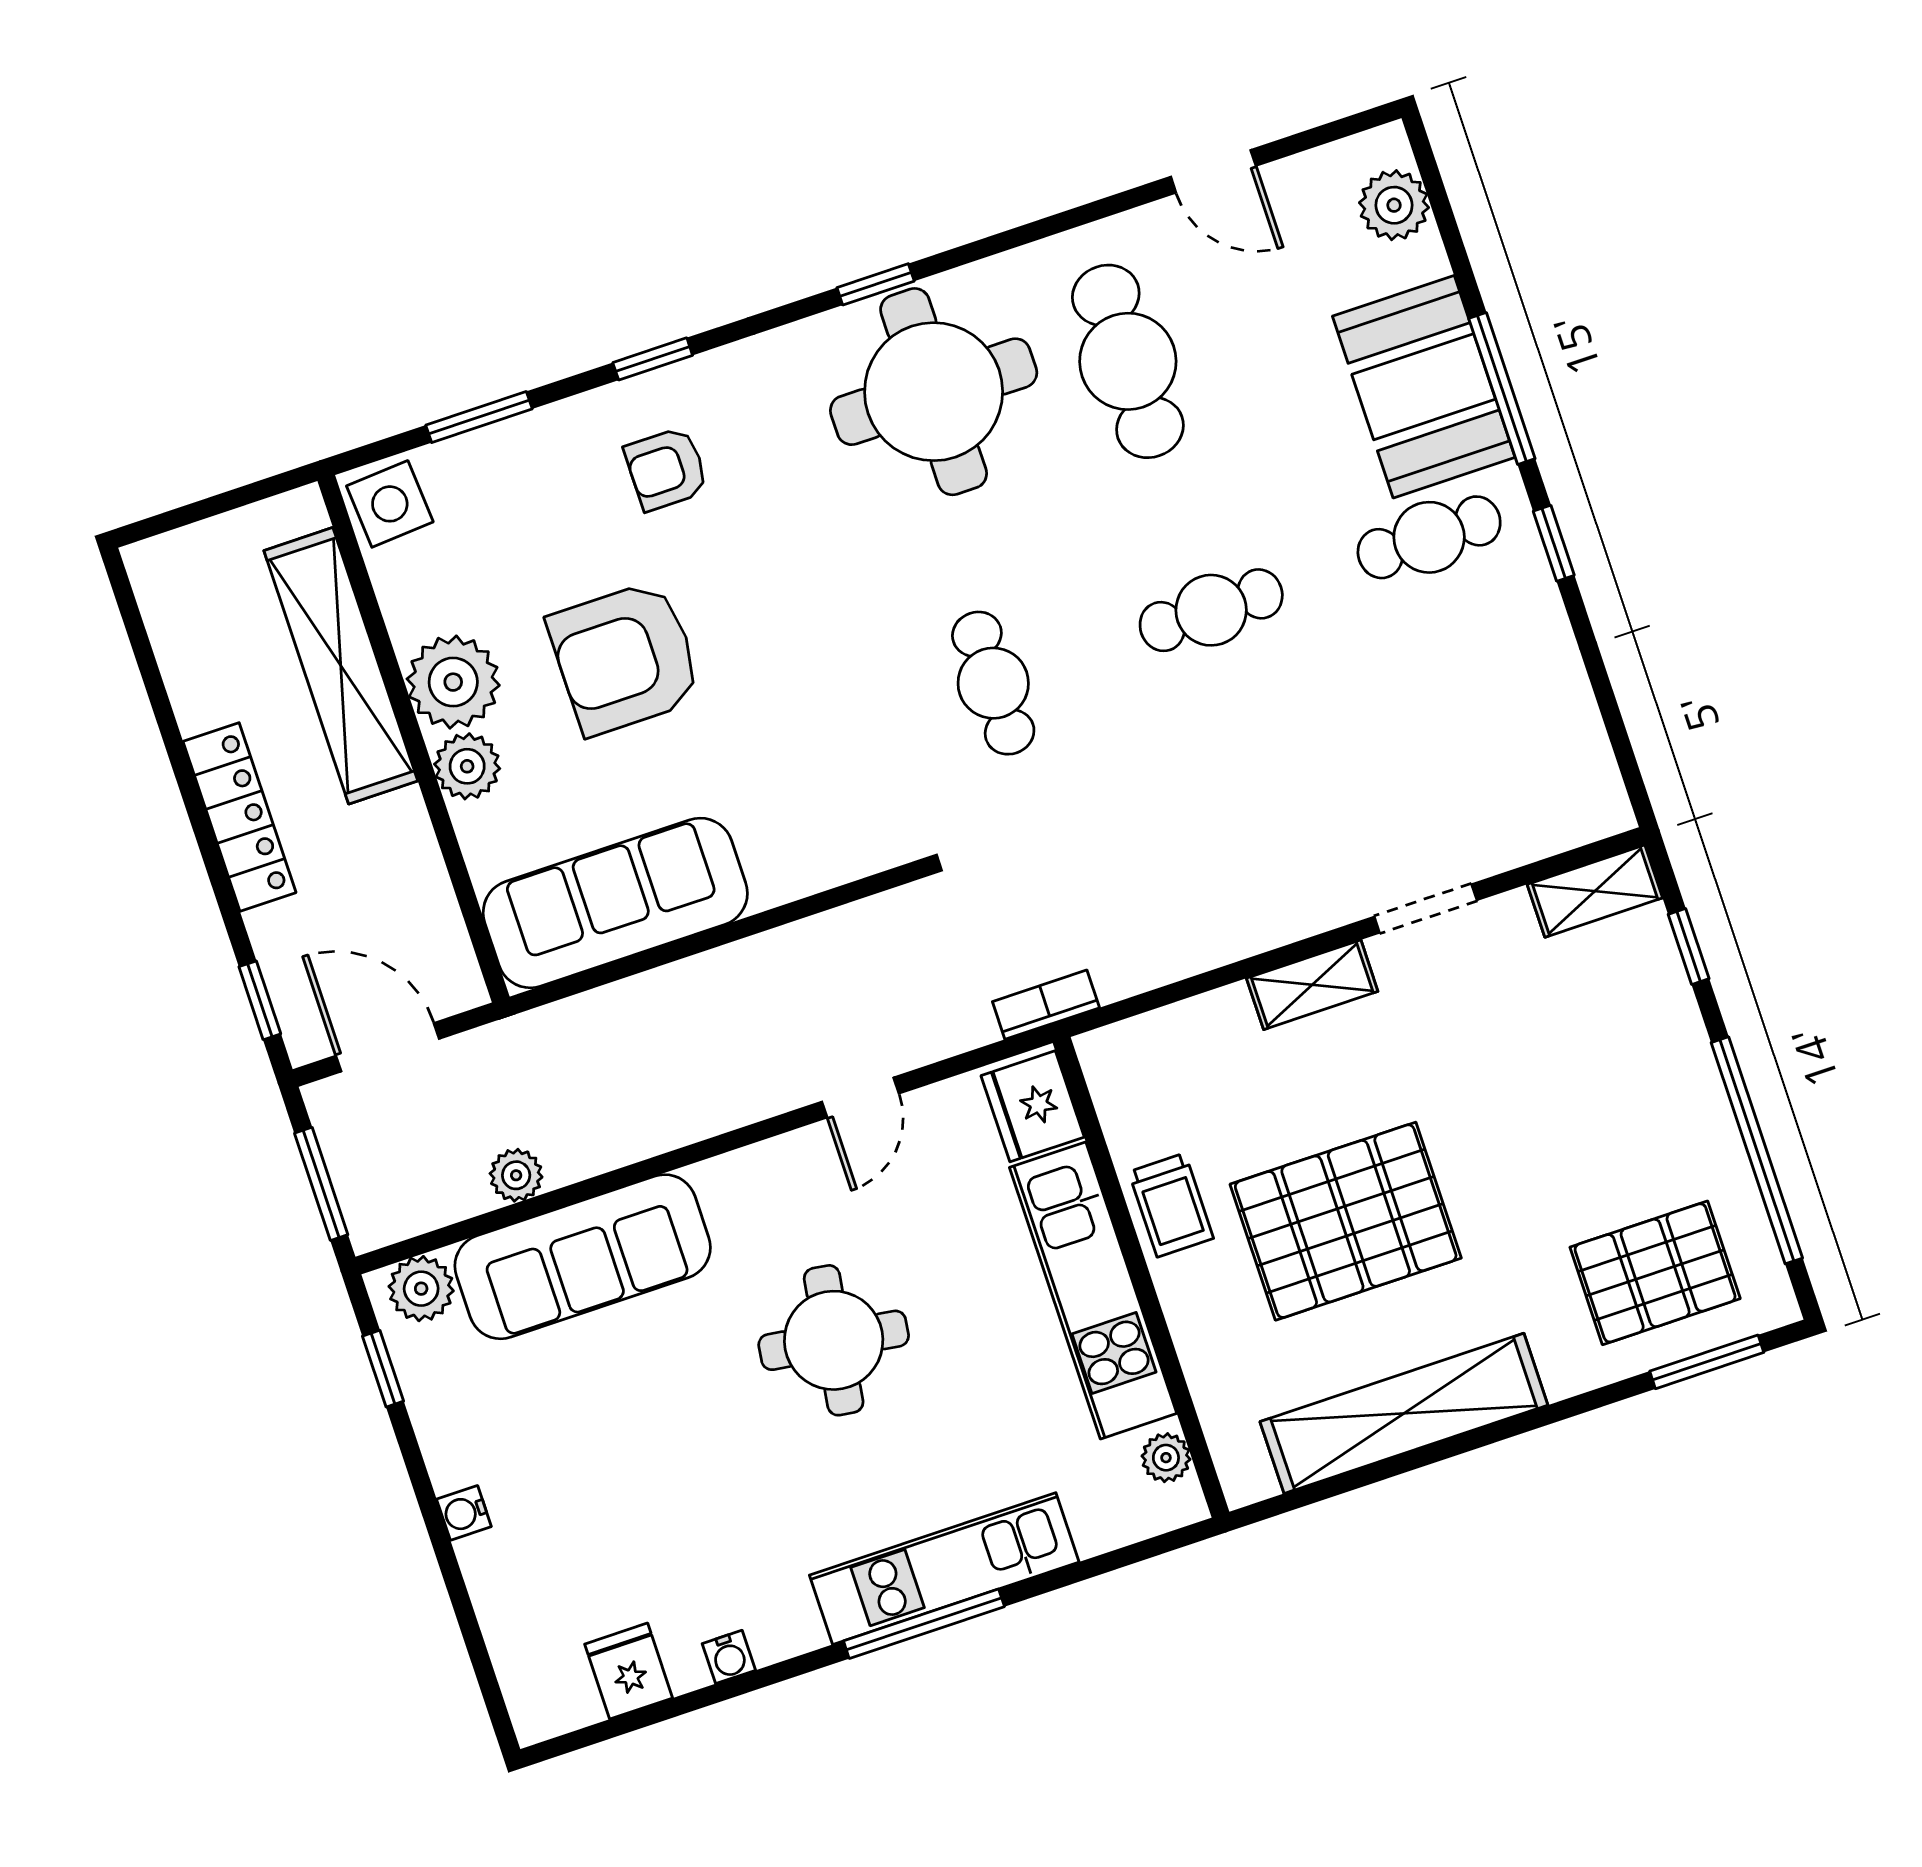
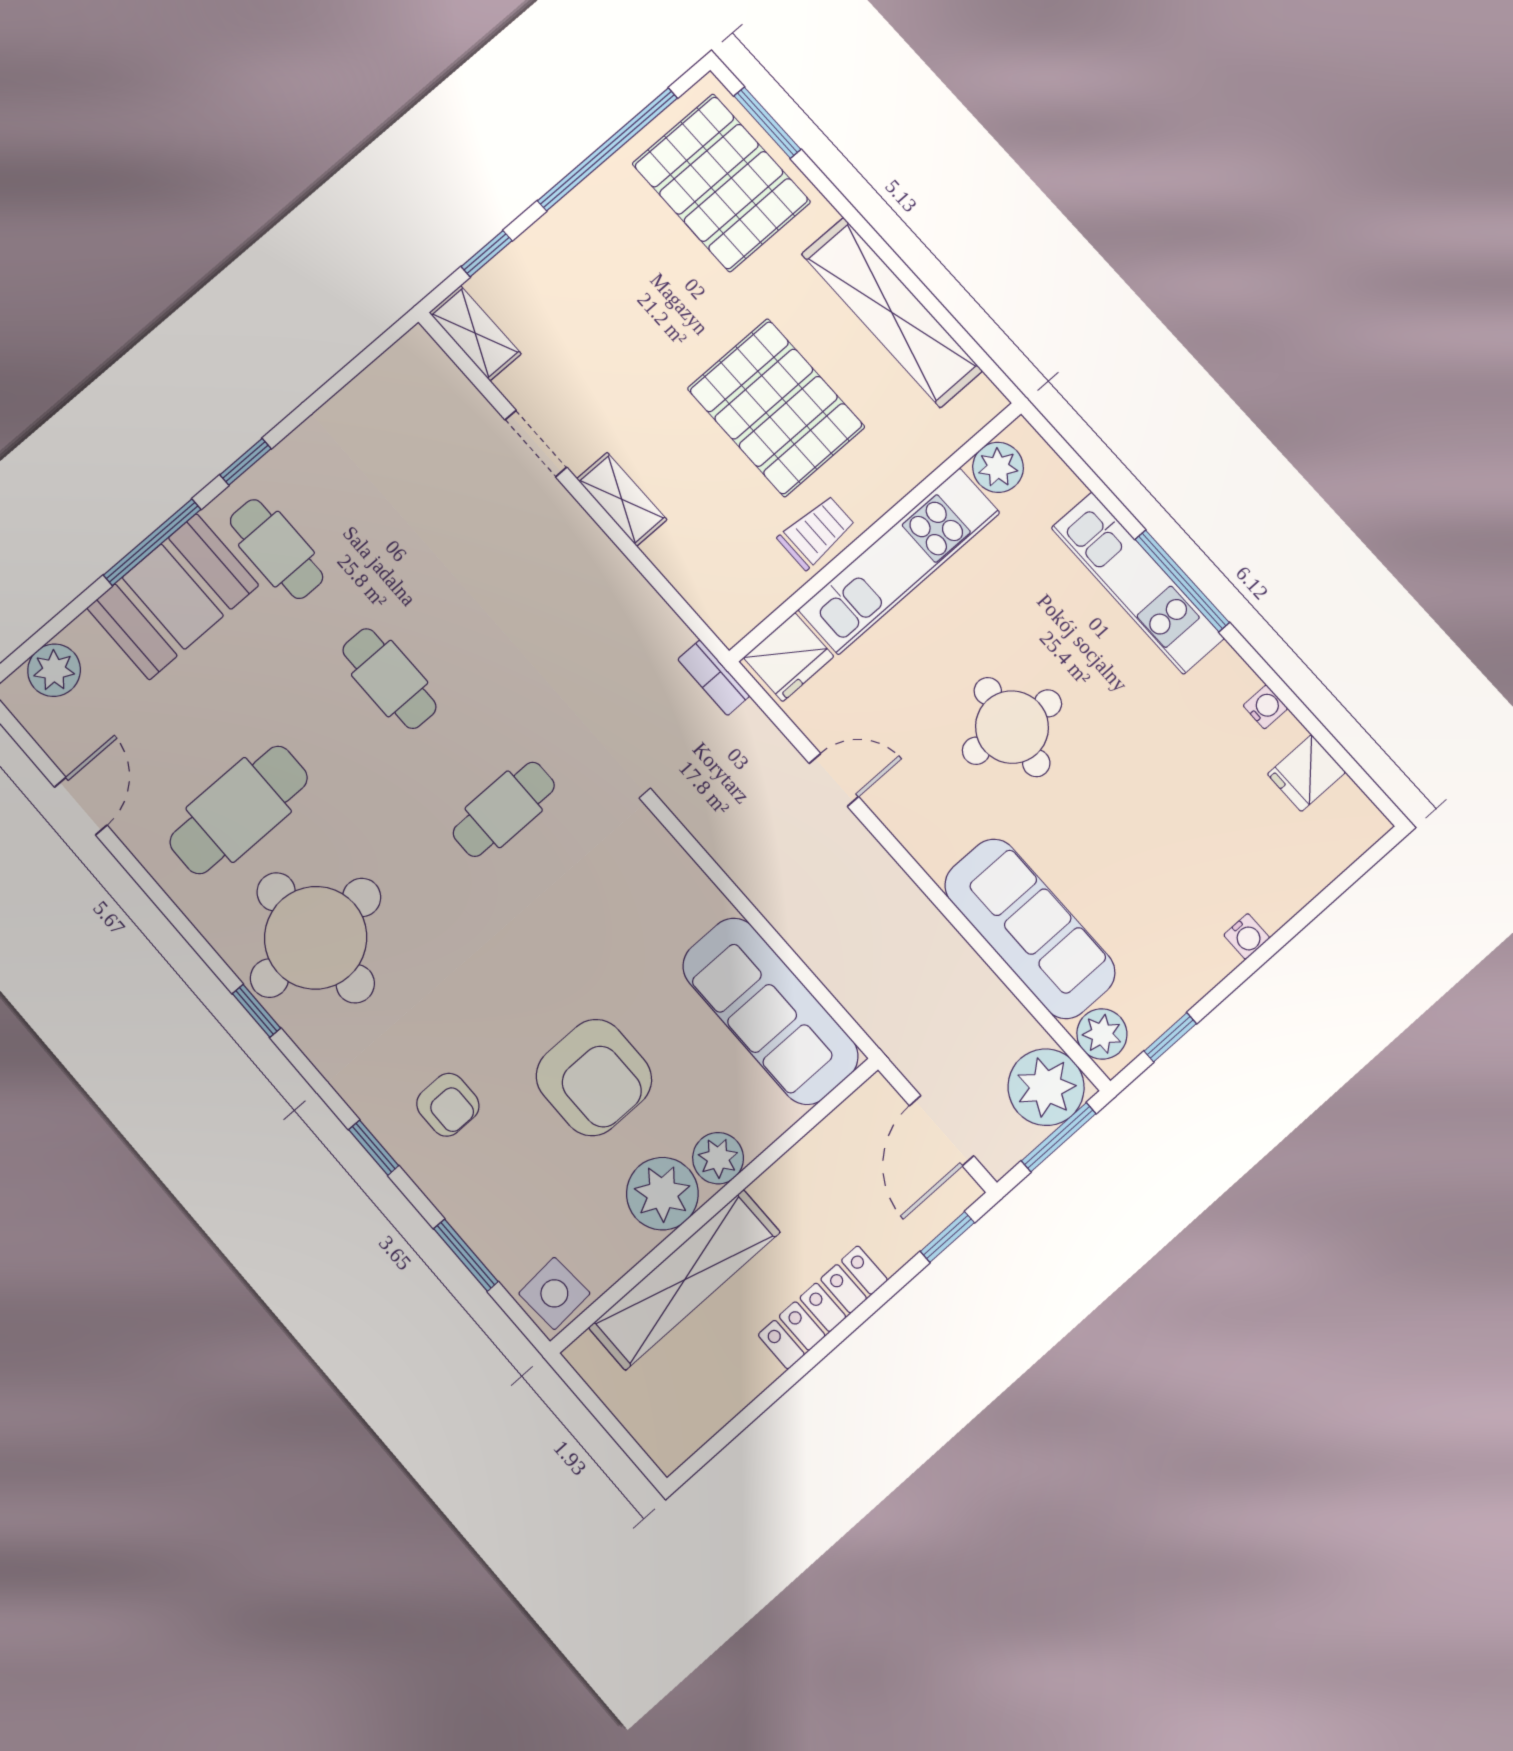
plant: (516, 1175) -> (1046, 1087), moved, width x1.88, depth x1.88
pallet: (1655, 1273) -> (721, 183), width x1.37, depth x1.41
plant: (1166, 1458) -> (998, 467), width x1.38, depth x1.38

